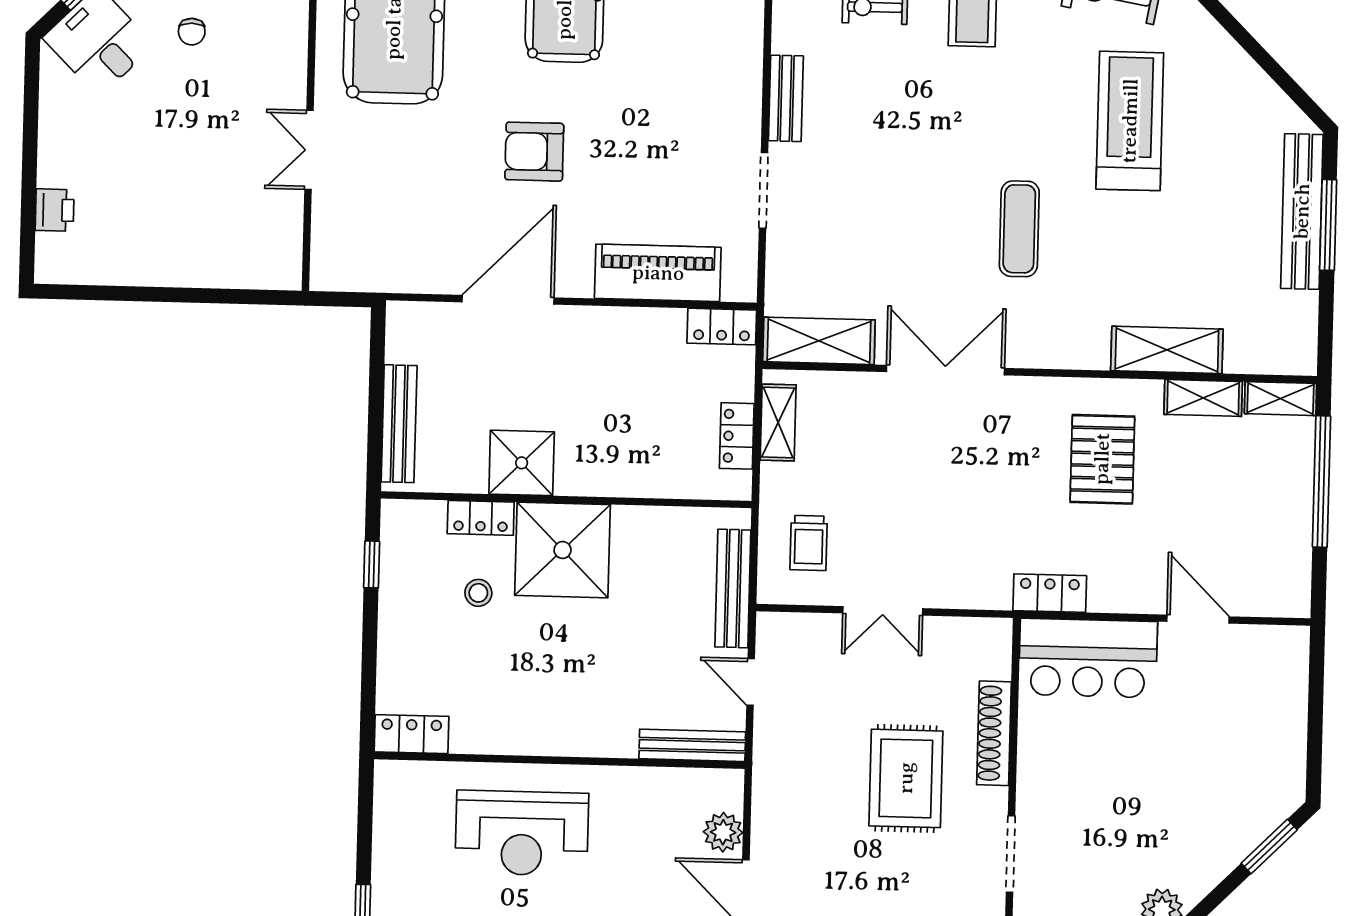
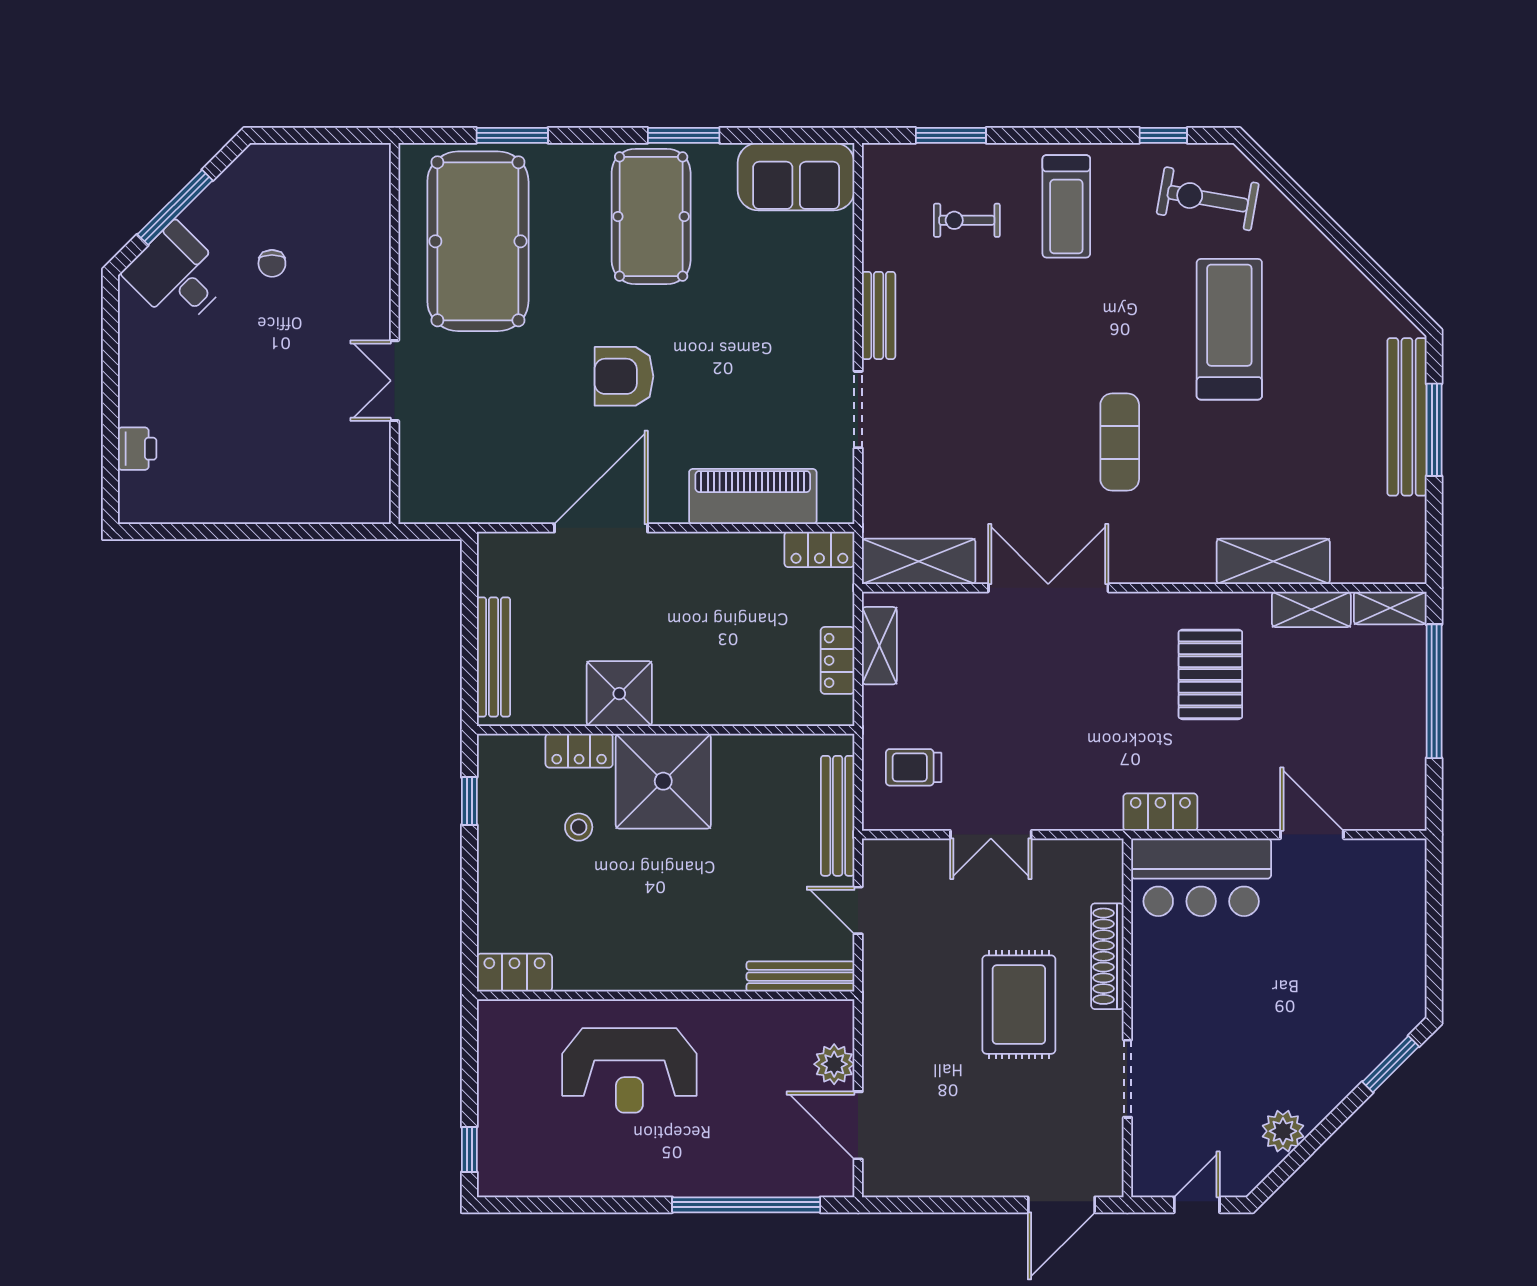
trolley: (809, 543) -> (914, 767), turned 90

